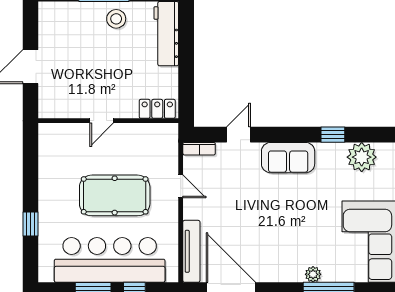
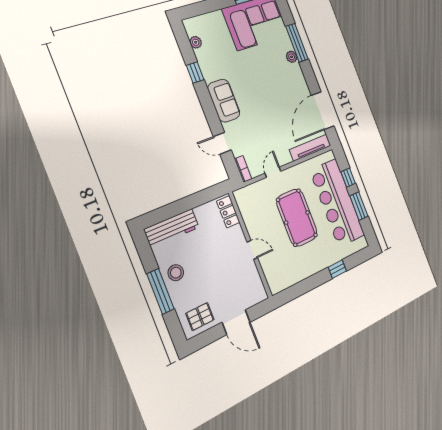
pallet: (57, 27) -> (200, 317), added
plant: (362, 157) -> (196, 42), width x0.53, depth x0.53

